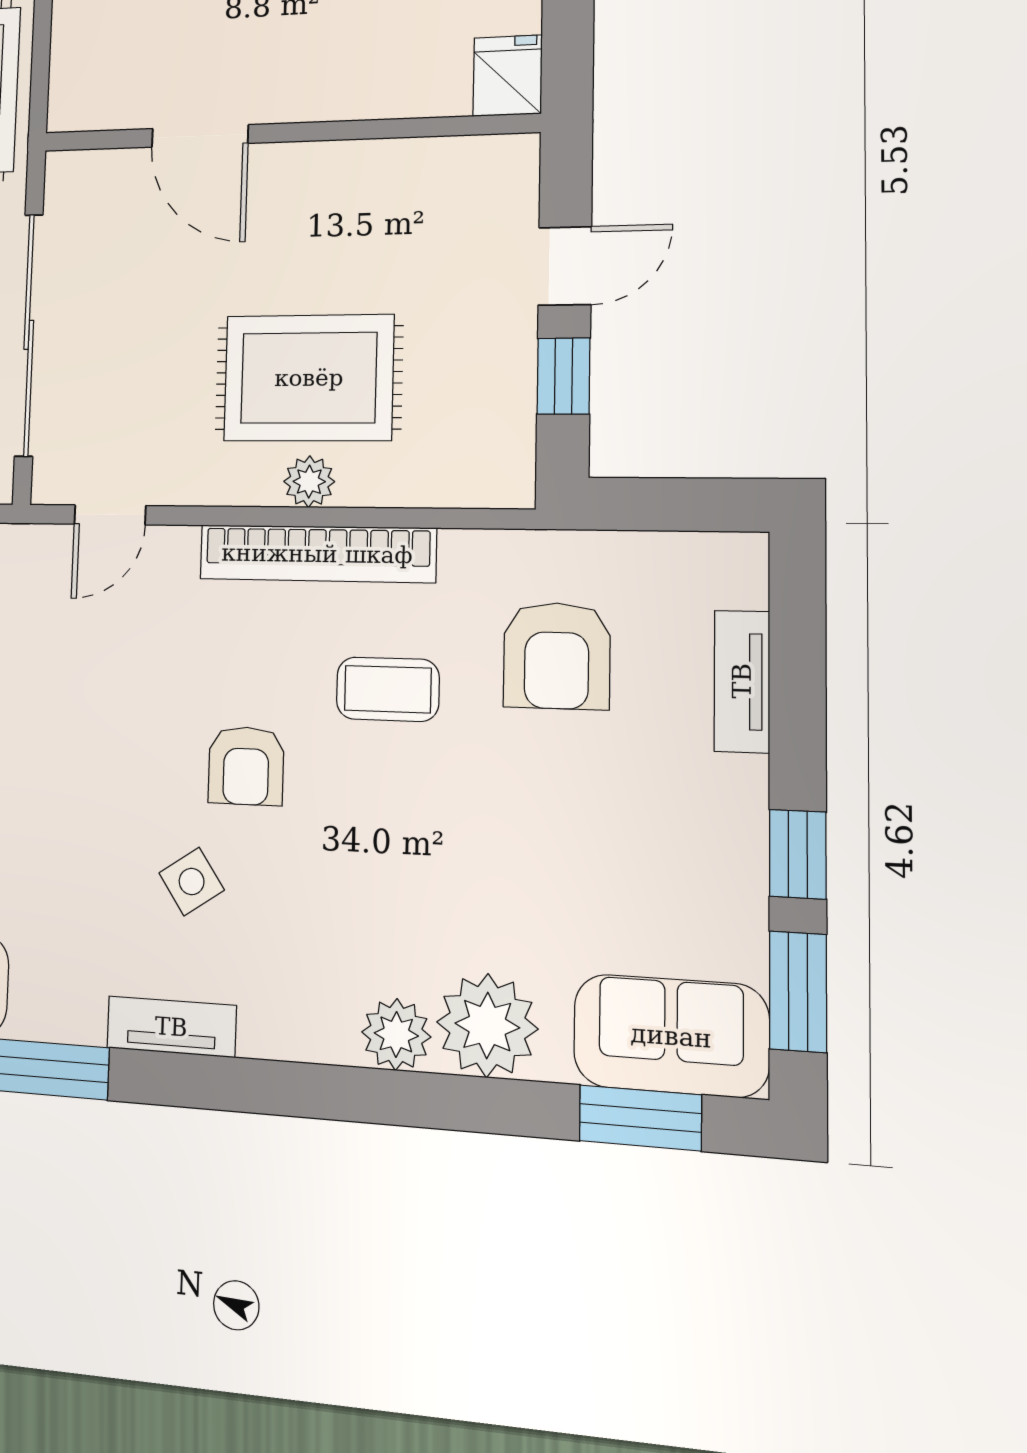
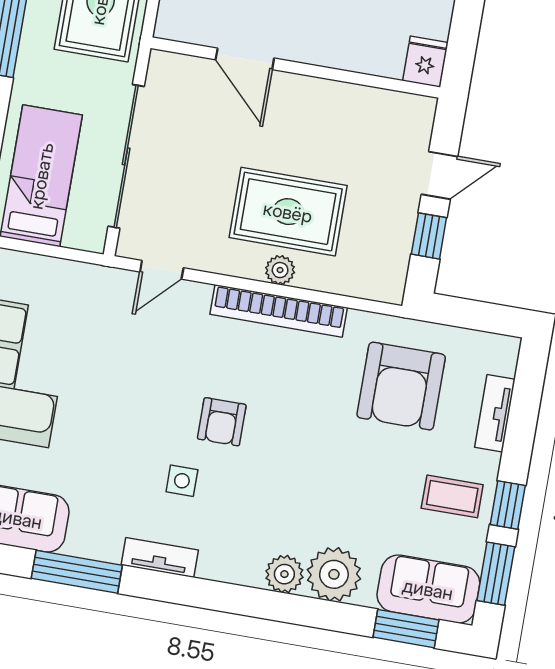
armchair: (557, 656) -> (401, 386), width x1.36, depth x1.36
coffee table: (388, 689) -> (452, 496), moved
side table: (192, 882) -> (182, 481), turned 34

